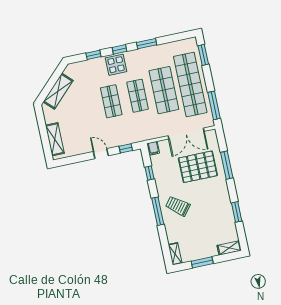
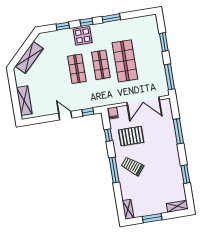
window: (203, 55) -> (164, 42), moved
shop shelf: (190, 84) -> (149, 57), removed
pallet: (198, 167) -> (131, 136), moved, width x0.73, depth x0.71

